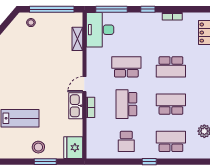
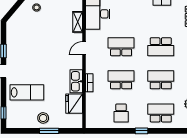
door: (84, 84) -> (84, 48), moved
school desk: (126, 104) -> (121, 80), turned 90
fridge: (73, 148) -> (74, 104), moved

